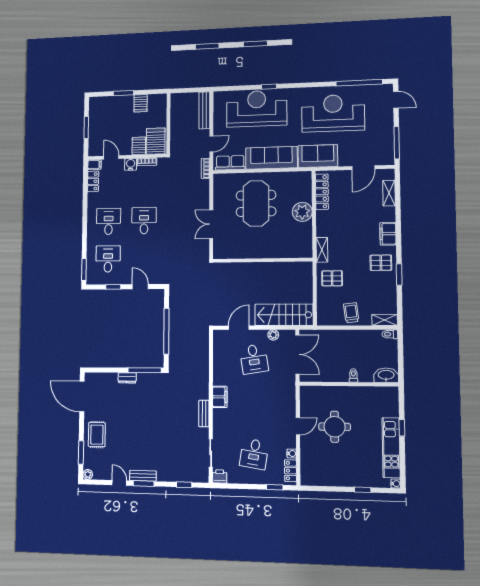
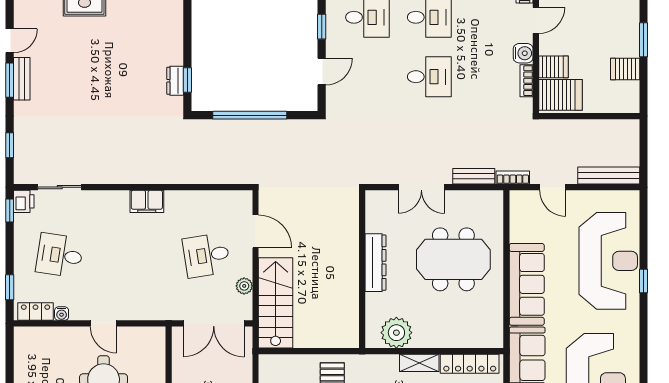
row of seats: (230, 163) -> (521, 218), removed
plant: (302, 212) -> (396, 333), moved
double door: (211, 224) -> (421, 187), swing flipped
shelving: (322, 250) -> (419, 363), moved
dresser: (258, 252) -> (375, 263), added
window: (145, 370) -> (187, 80), width x0.46
dresser: (127, 378) -> (175, 81), moved
bench: (204, 413) -> (474, 176), moved
window: (225, 486) -> (10, 210), added

